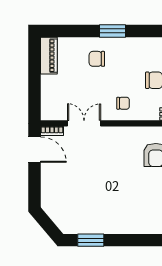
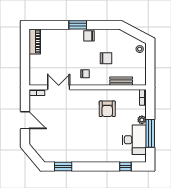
chair: (97, 59) -> (89, 36), moved
door: (34, 150) -> (25, 120), moved

